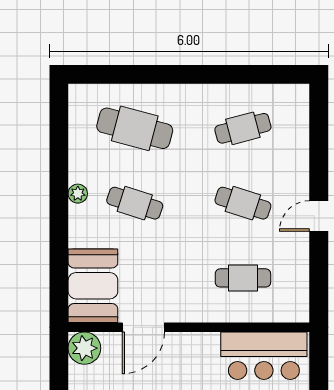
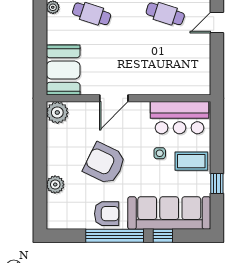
cafe table: (243, 278) -> (165, 65), removed
door: (143, 327) -> (114, 98), moved

